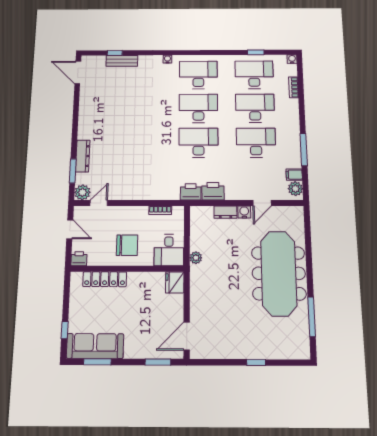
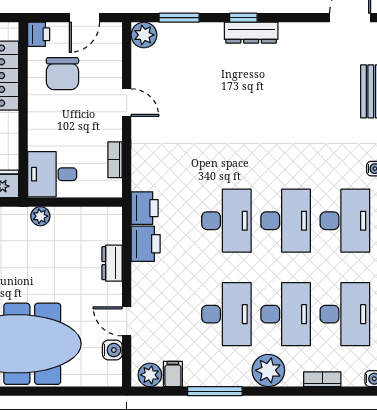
plant: (290, 118) -> (268, 370), added
window: (75, 133) -> (243, 18), added
dresser: (83, 156) -> (251, 33), moved
door: (99, 203) -> (127, 103), moved
water cooler: (244, 212) -> (112, 350), moved
chair: (127, 245) -> (62, 74), moved

